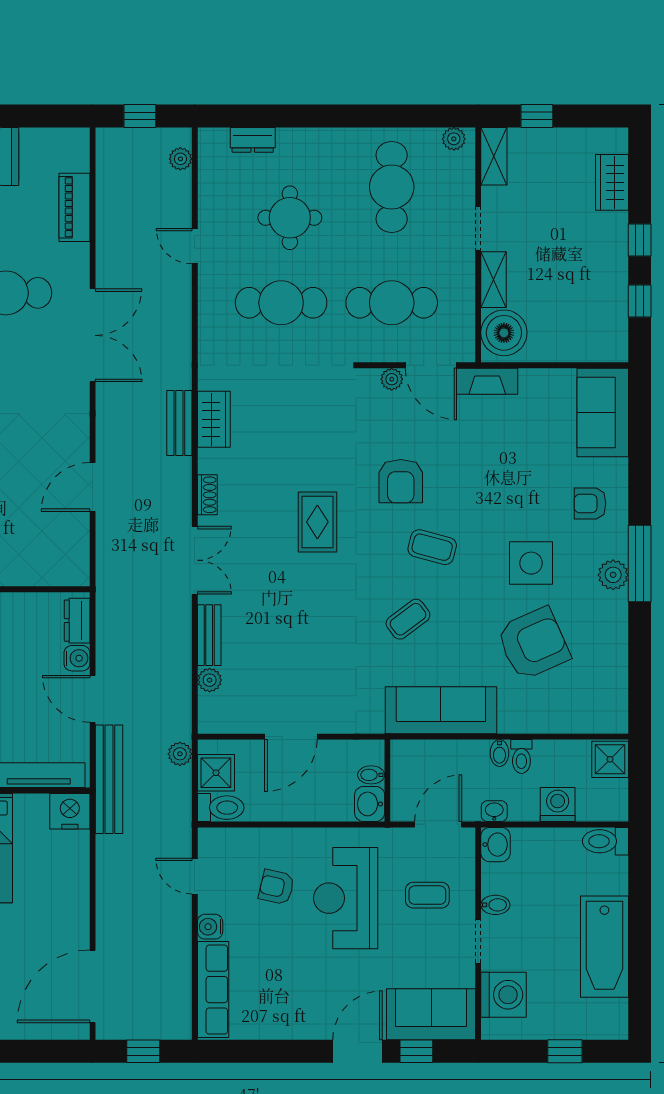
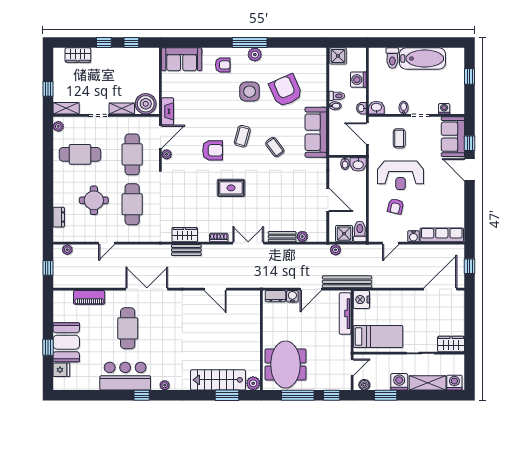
armchair: (590, 504) -> (223, 65), turned -90
toilet: (605, 841) -> (392, 58), moved
door: (93, 986) -> (440, 289), swing flipped
washing machine: (504, 995) -> (444, 109), width x0.53, depth x0.53

